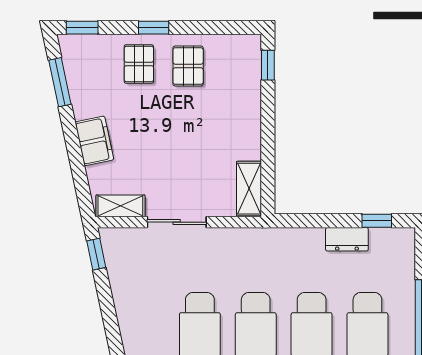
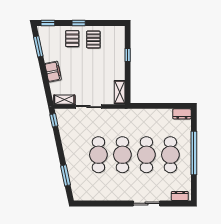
window: (268, 65) -> (128, 55), moved
window: (377, 221) -> (174, 106), removed
dresser: (347, 239) -> (182, 114), moved

